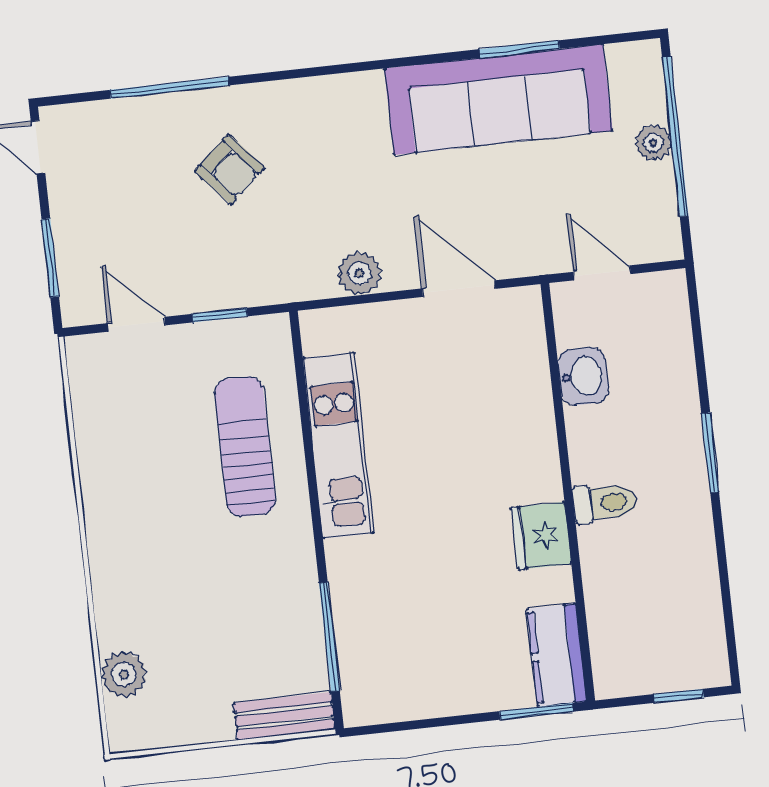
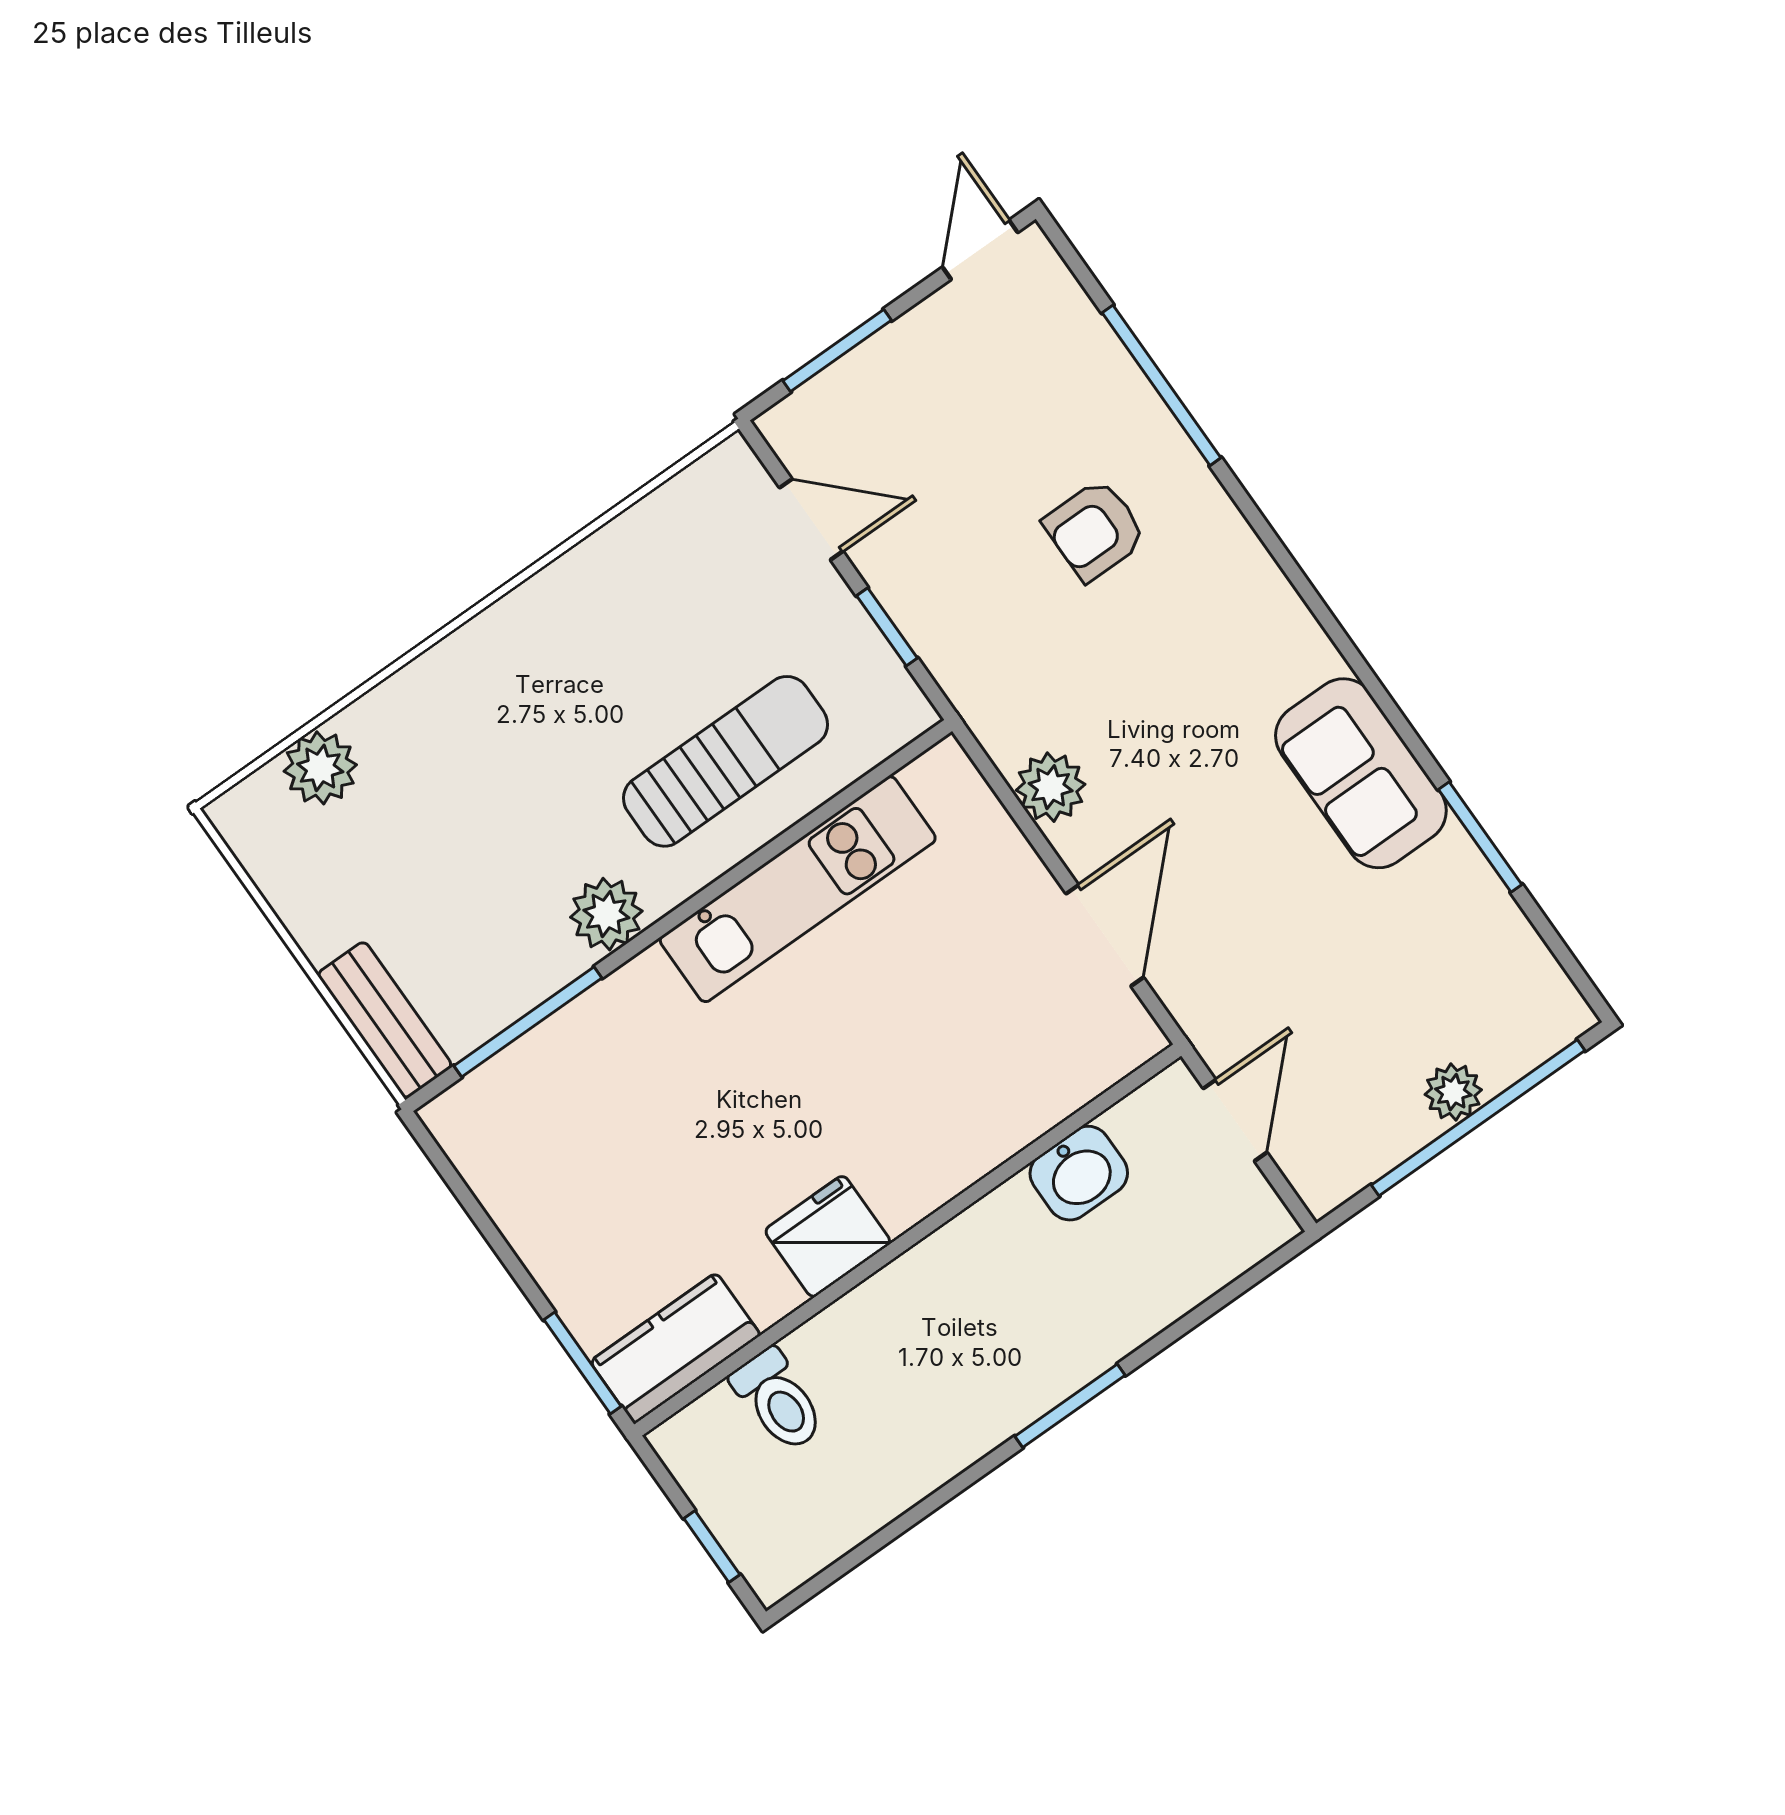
sofa: (498, 100) -> (1361, 773), width x0.54, depth x0.79
armchair: (230, 169) -> (1095, 530), turned 41
door: (136, 324) -> (811, 519), hinge flipped
toilet: (605, 503) -> (778, 1400), moved
plant: (293, 560) -> (606, 914), added

